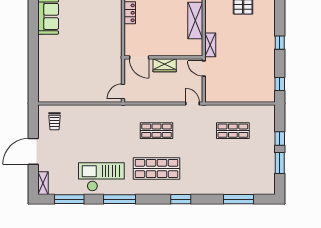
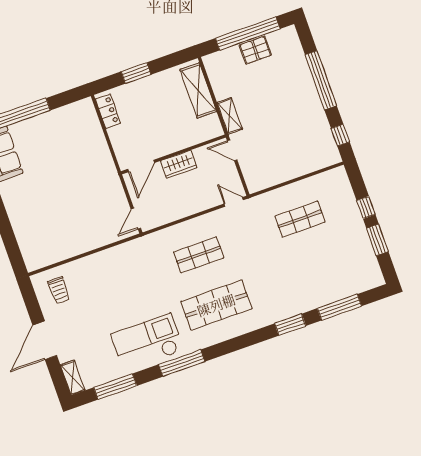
window: (280, 43) -> (321, 80), width x3.17
door: (139, 57) -> (141, 166), hinge flipped
window: (181, 199) -> (290, 325), moved

